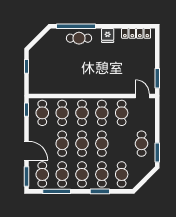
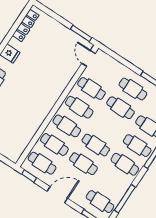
door: (142, 96) -> (89, 58), hinge flipped
cafe table: (102, 144) -> (121, 108), moved
door: (27, 151) -> (57, 195), moved
cafe table: (62, 174) -> (112, 183), removed

